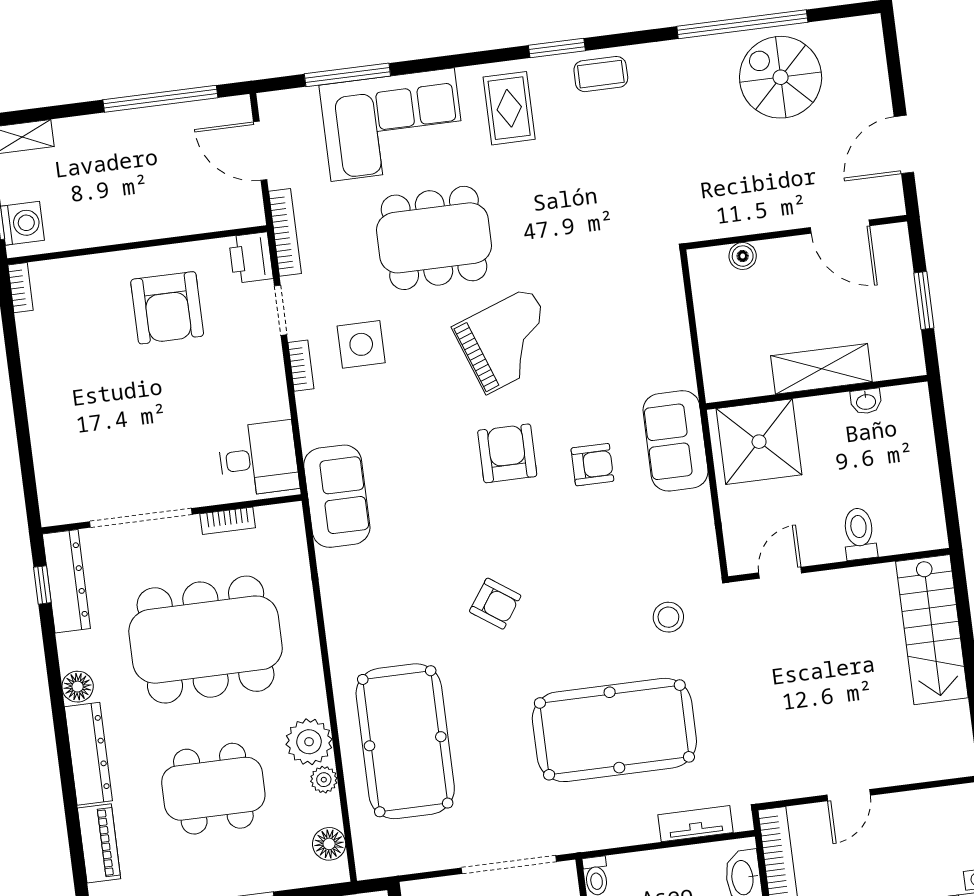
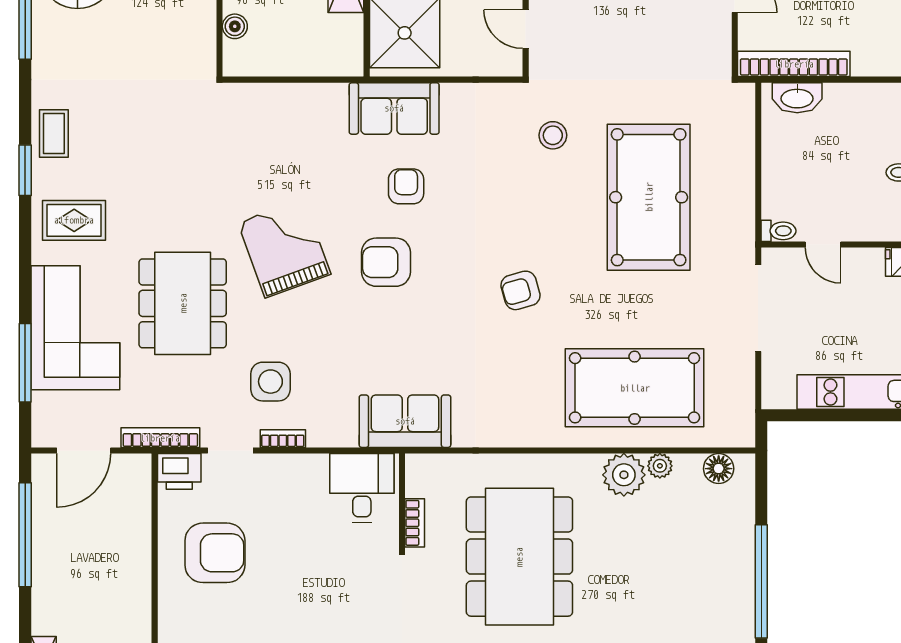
armchair: (495, 604) -> (521, 290), turned -141
dining table: (213, 789) -> (655, 567), removed
tv unit: (695, 824) -> (743, 135), removed

